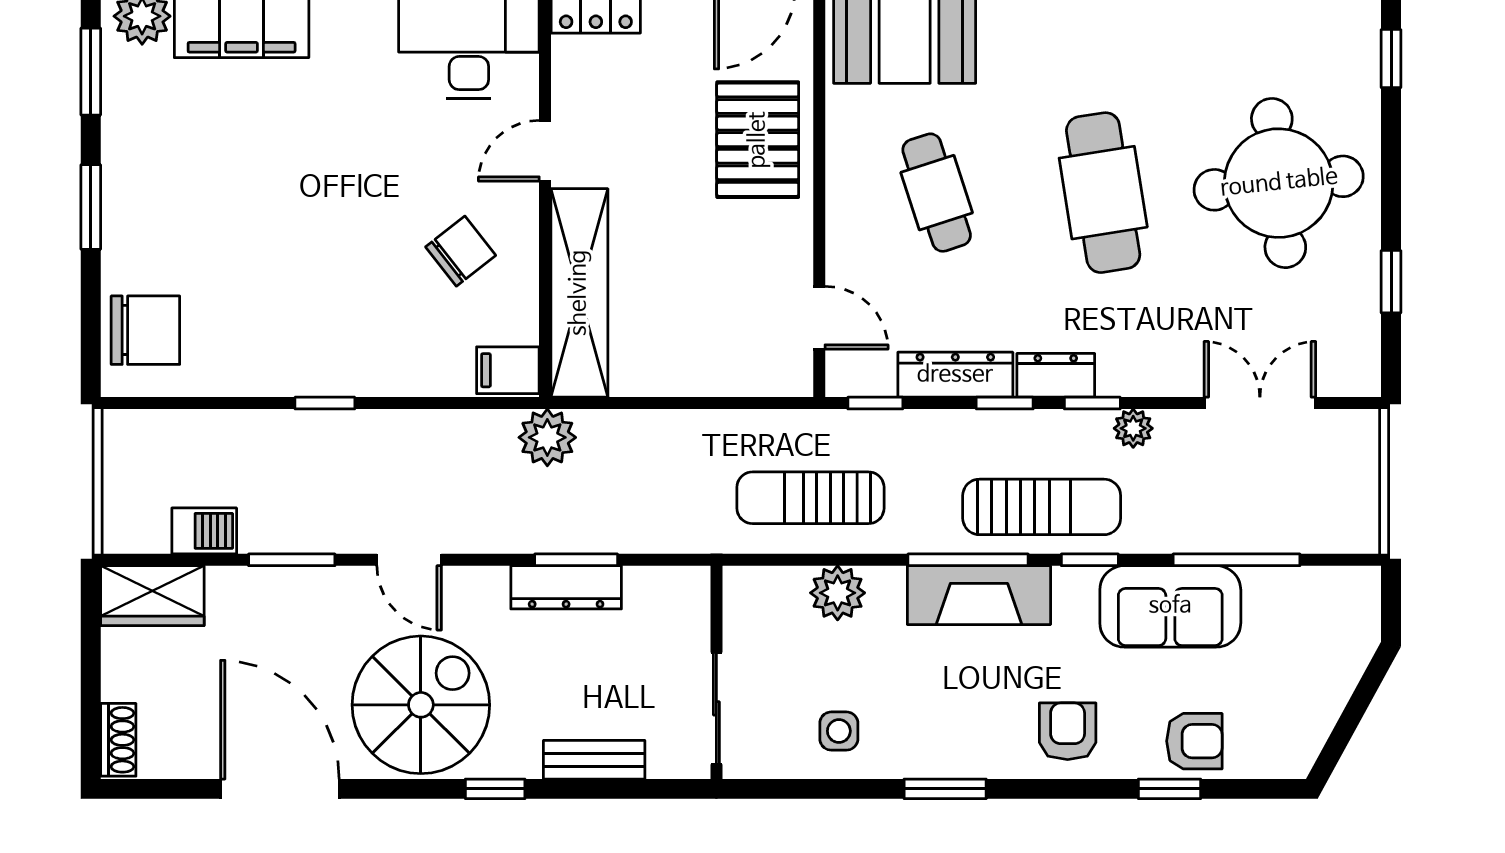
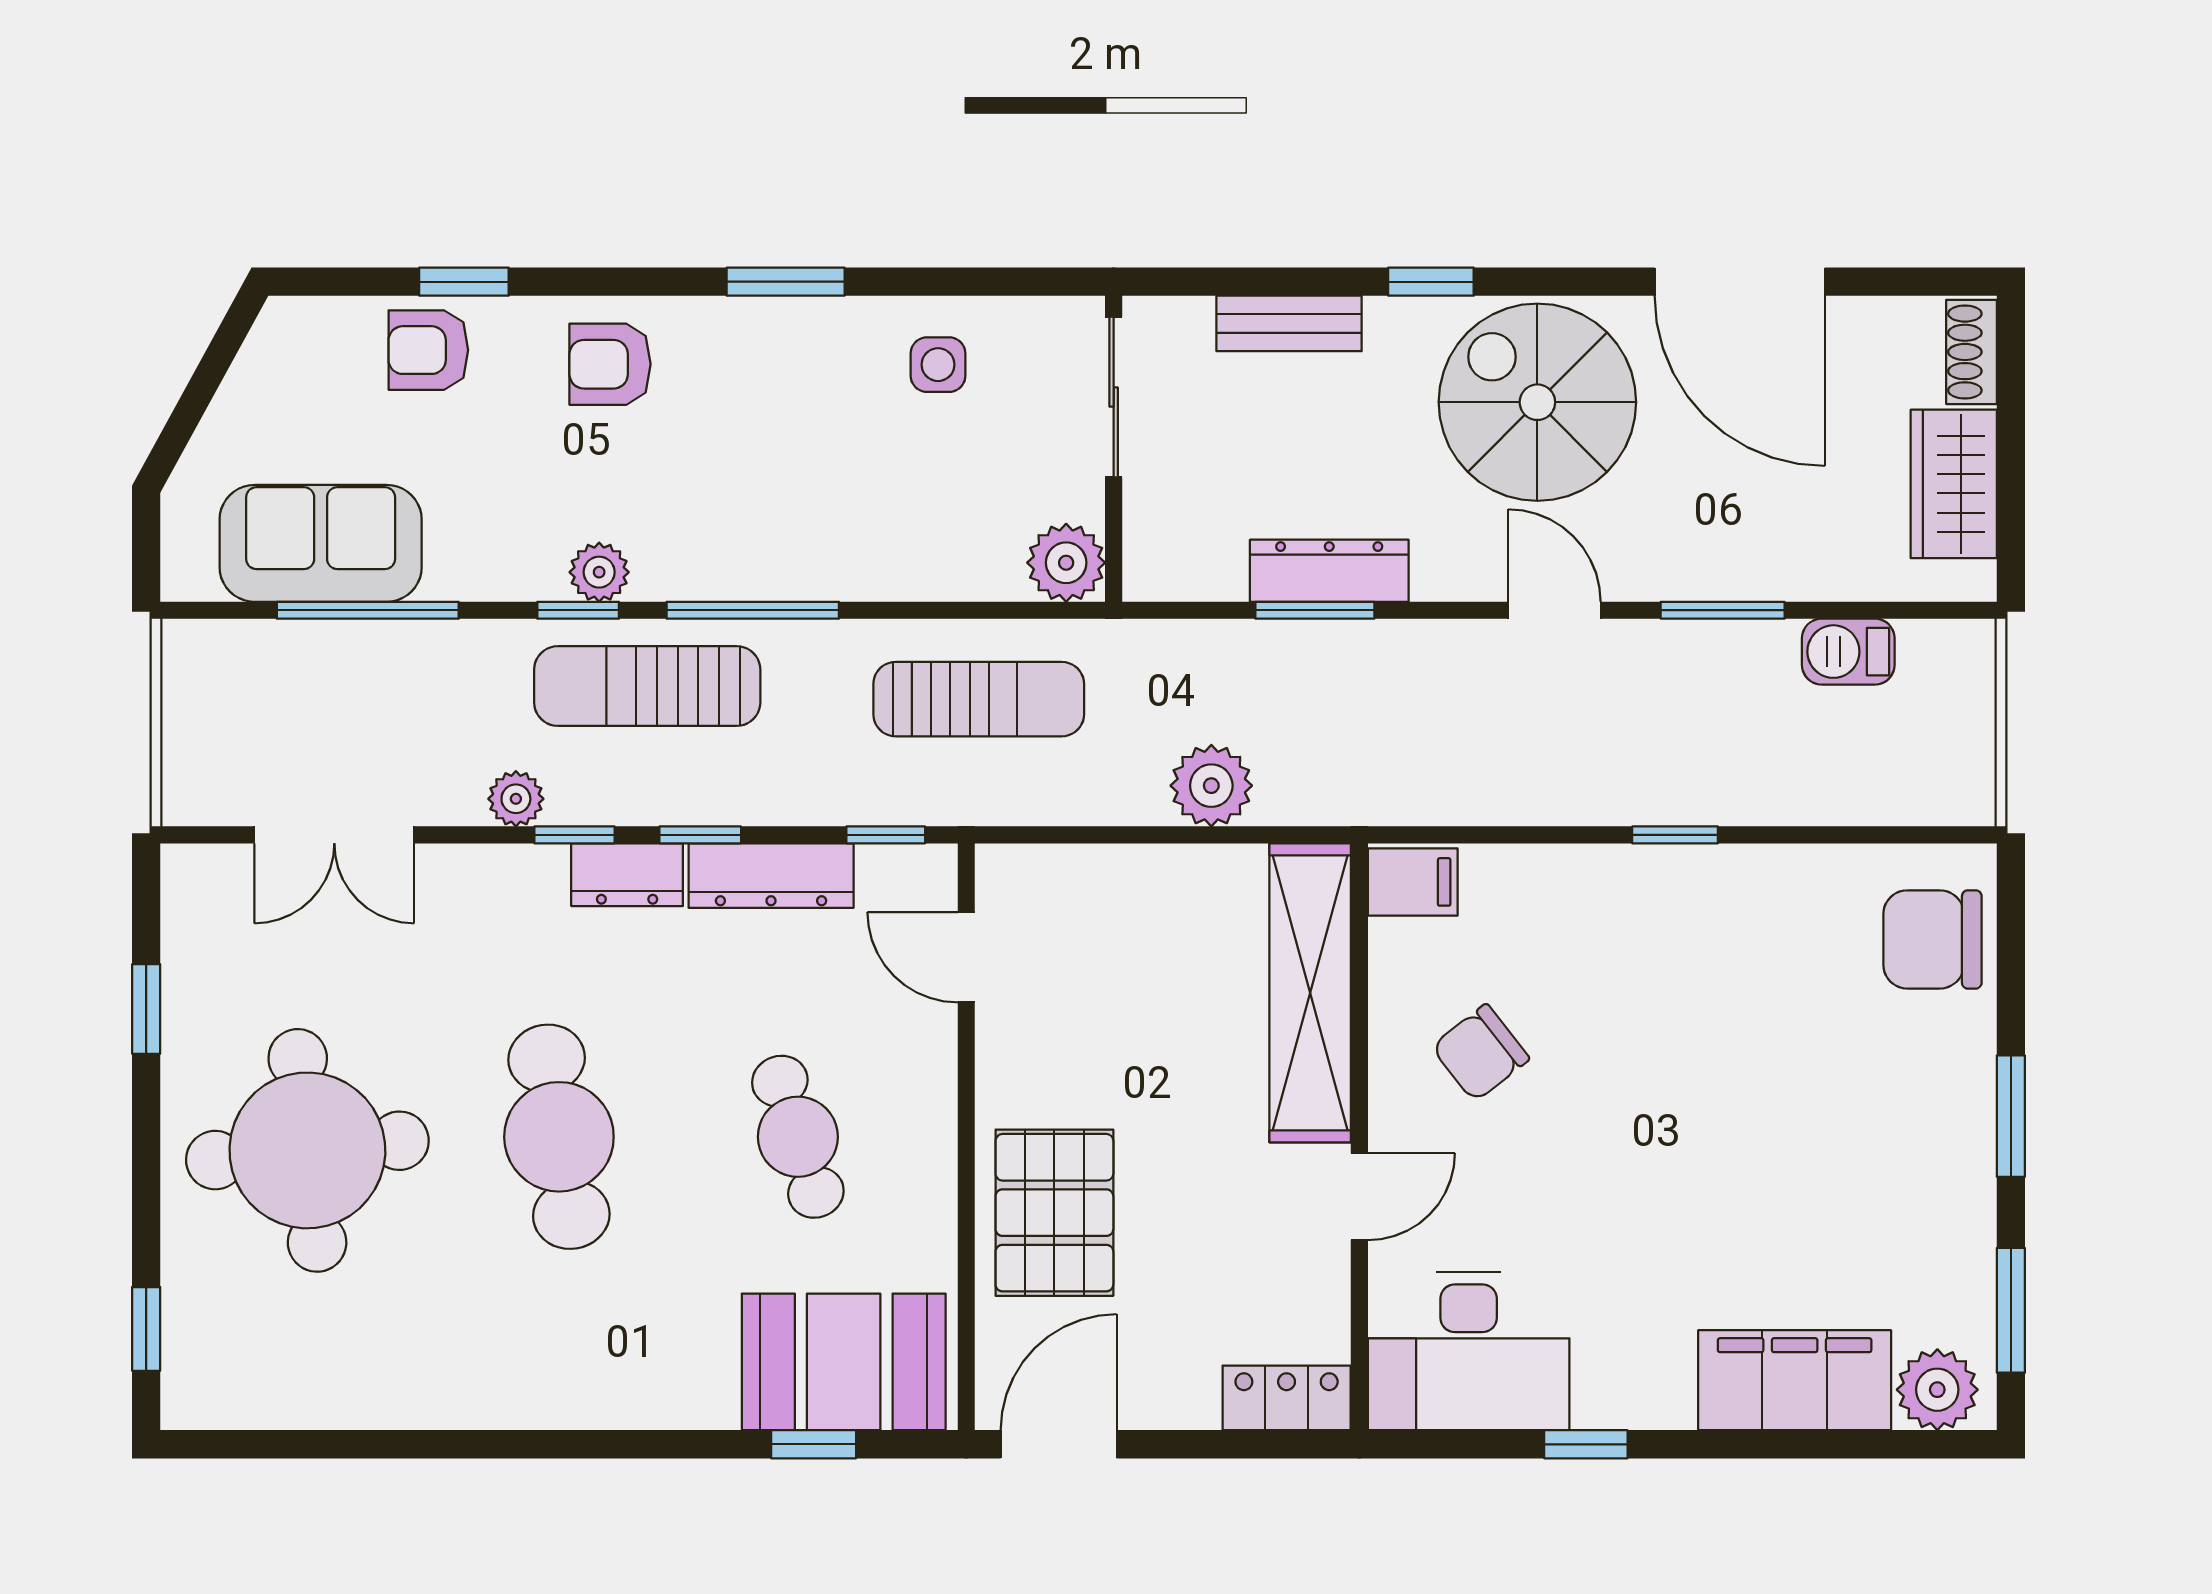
plant: (547, 437) -> (1211, 786), moved
plant: (1075, 586) -> (599, 572), added
plant: (838, 593) -> (1066, 563), moved
fireplace: (979, 595) -> (737, 560), removed
wardrobe: (152, 596) -> (1954, 484), moved, turned -90
sofa: (1170, 606) -> (321, 543), moved
spiral stairs: (421, 705) -> (1537, 402), turned 90
armchair: (1068, 731) -> (610, 364), turned 90

